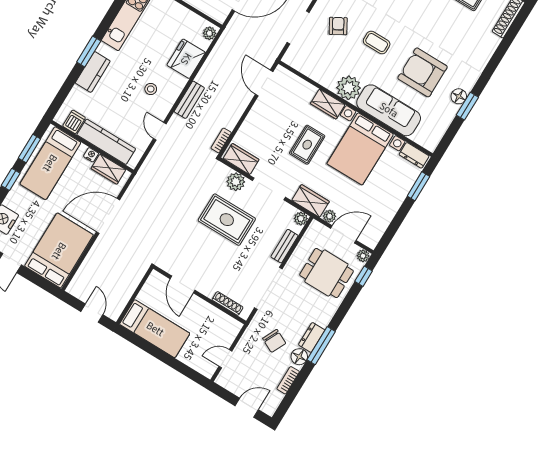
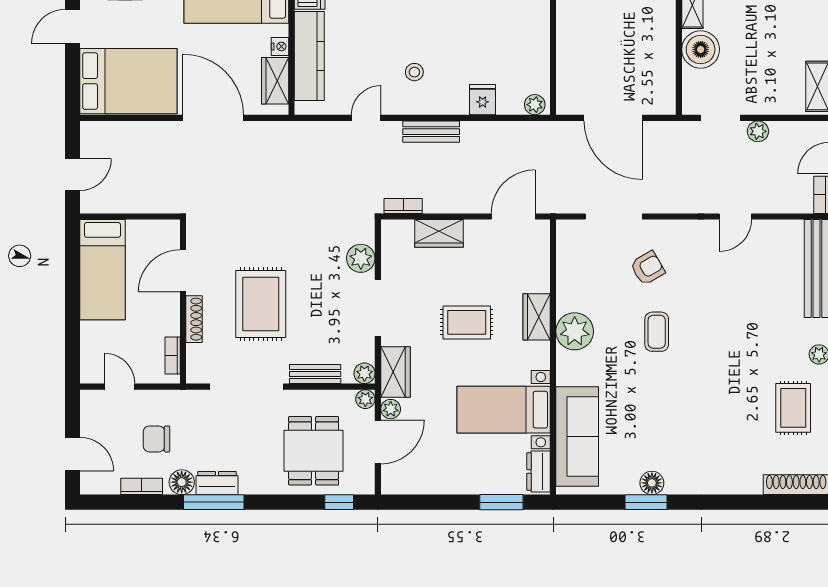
fridge: (186, 59) -> (483, 100), width x0.53, depth x0.75
armchair: (423, 72) -> (654, 416), removed
sofa: (389, 110) -> (577, 436), moved
bed with nightstands: (360, 149) -> (504, 410), width x0.73
wardrobe: (241, 159) -> (439, 233), moved, turned 90
rug: (227, 220) -> (261, 304), moved
door: (343, 234) -> (378, 442), hinge flipped
plant: (363, 256) -> (365, 399), moved
shoe rack: (228, 304) -> (194, 319), moved
bookcase: (226, 319) -> (173, 356), added
chair: (274, 341) -> (156, 439), moved, turned 64

